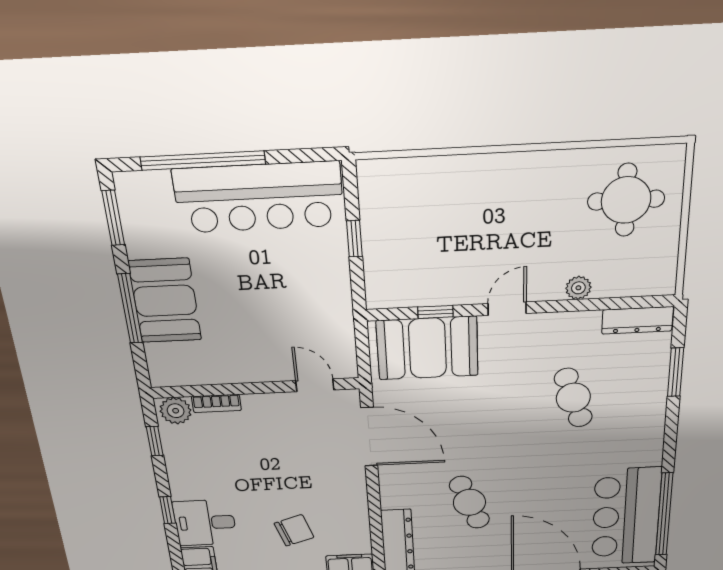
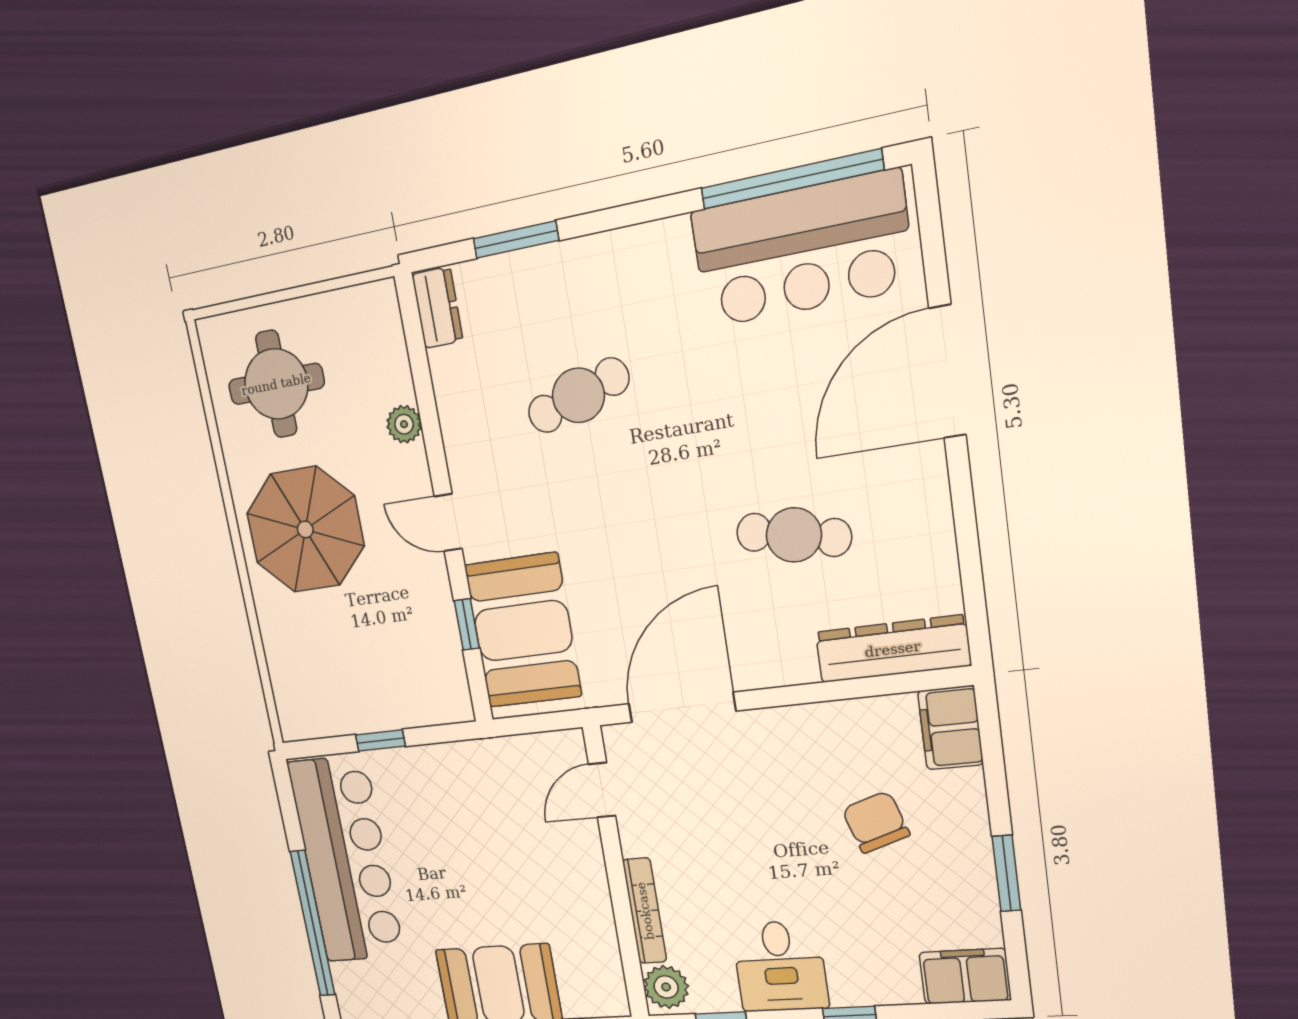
parasol: (518, 205) -> (305, 529), added
dresser: (637, 320) -> (437, 308), width x0.70
bookcase: (216, 403) -> (645, 911), width x1.56
cafe table: (469, 502) -> (794, 535), turned 33
desk: (205, 523) -> (780, 966), moved

